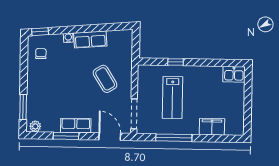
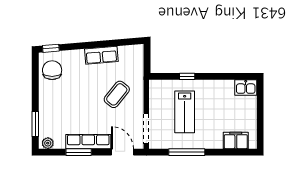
water cooler: (68, 38) -> (79, 54), removed
chair: (41, 54) -> (52, 70), width x1.87, depth x1.87
coffee table: (105, 79) -> (117, 94), turned 71
row of seats: (76, 125) -> (88, 142), width x1.48
filing cabinet: (212, 127) -> (236, 141), moved

